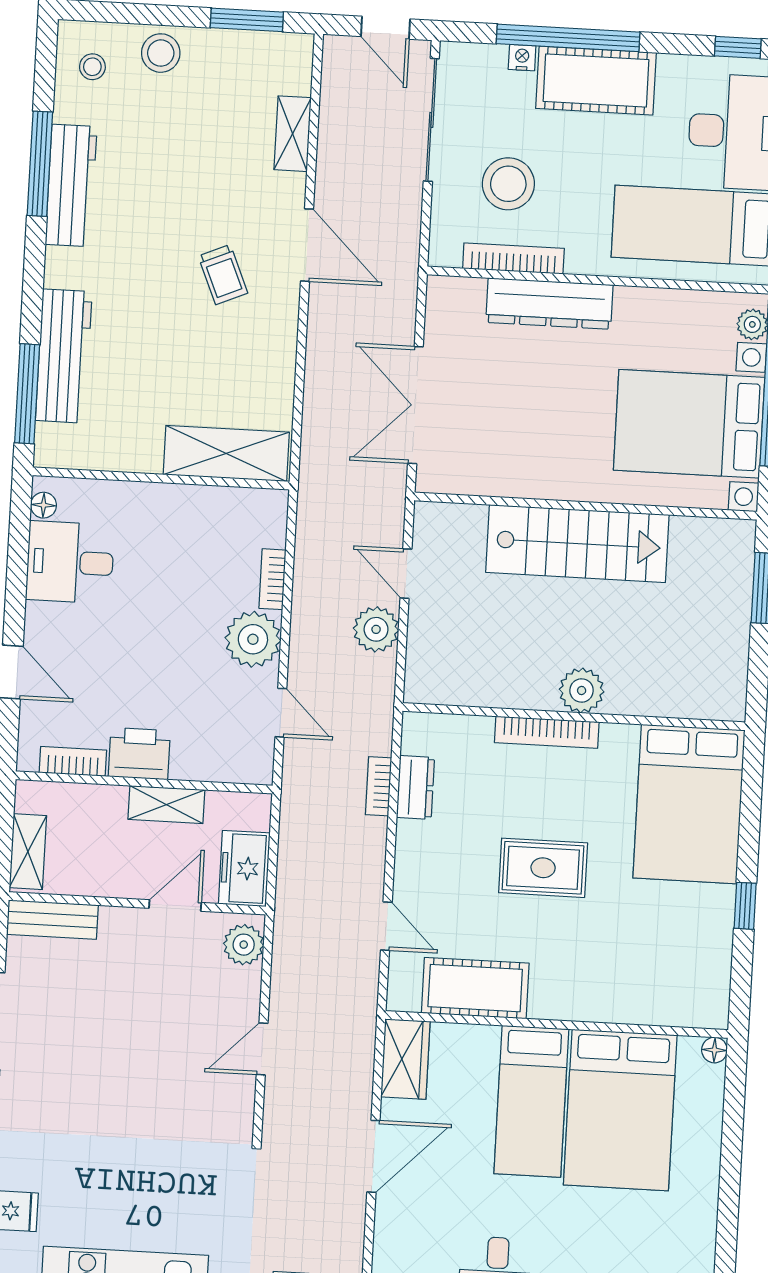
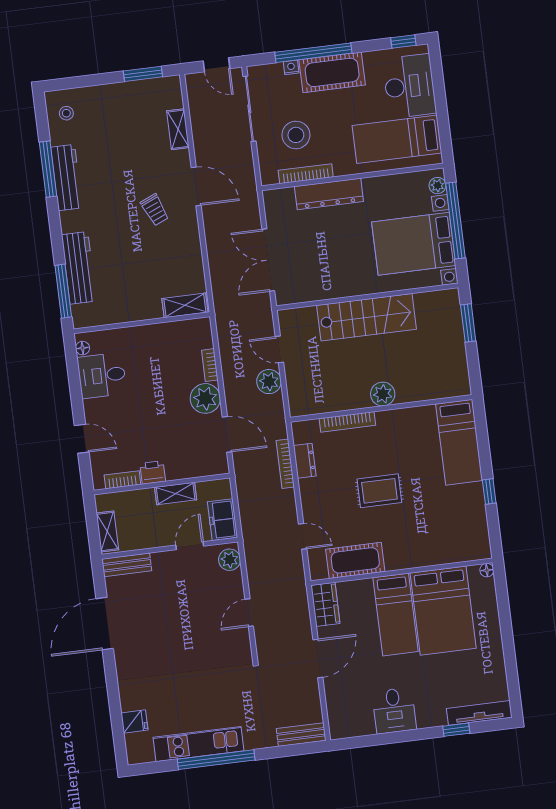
stool: (161, 53) -> (101, 99), removed
shelving: (226, 453) -> (185, 305), width x0.67, depth x0.75
door: (281, 713) -> (227, 434), width x1.38
bookcase: (547, 732) -> (347, 422), moved
printer: (139, 754) -> (153, 472), width x0.73, depth x0.81
bookcase: (379, 786) -> (285, 464), width x1.56
bed: (689, 804) -> (459, 442), width x0.67

